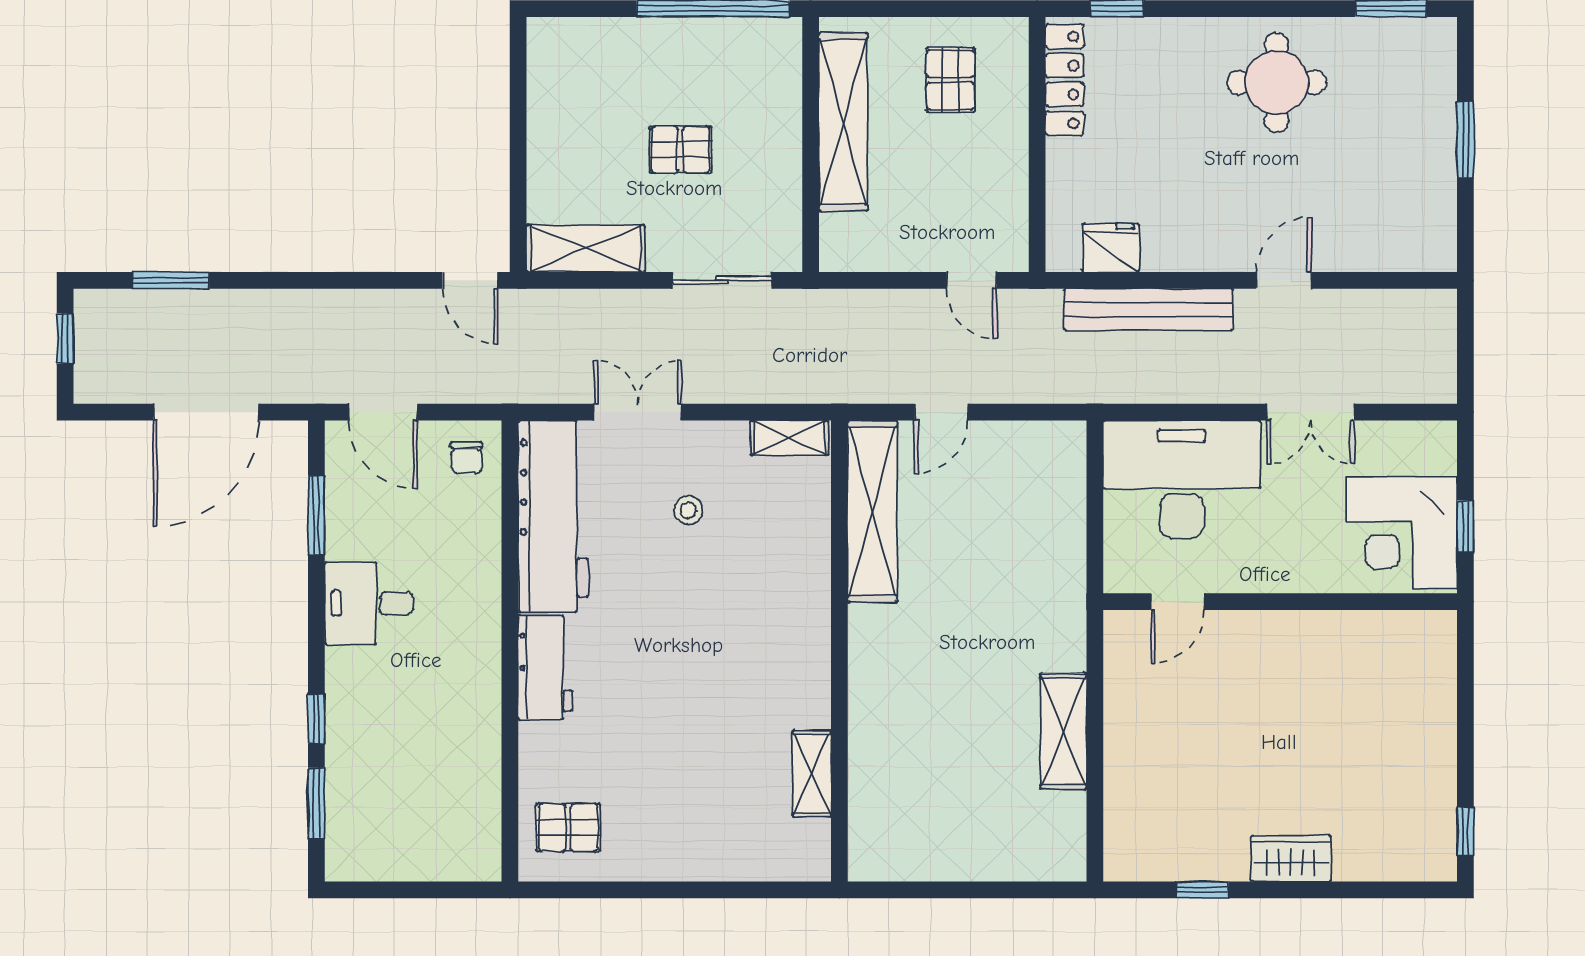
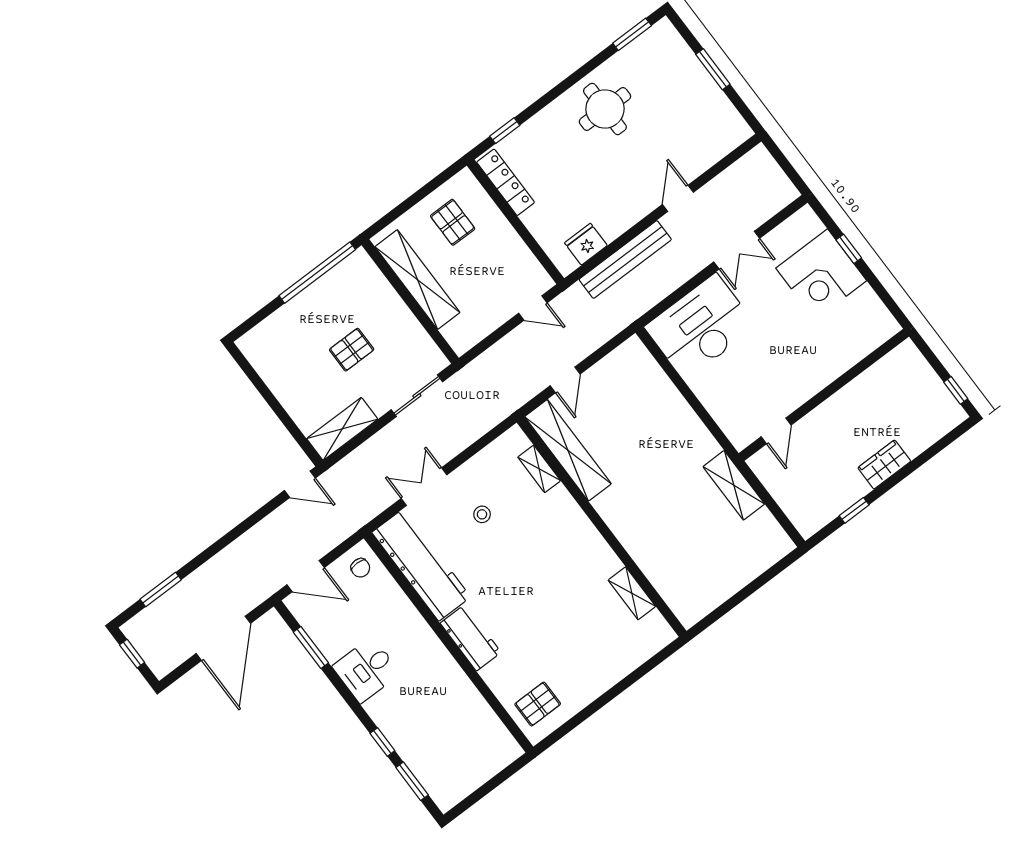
shelving: (789, 438) -> (539, 469), moved, turned 90
door: (1178, 602) -> (776, 431), moved
wall: (1280, 602) -> (824, 395), moved

